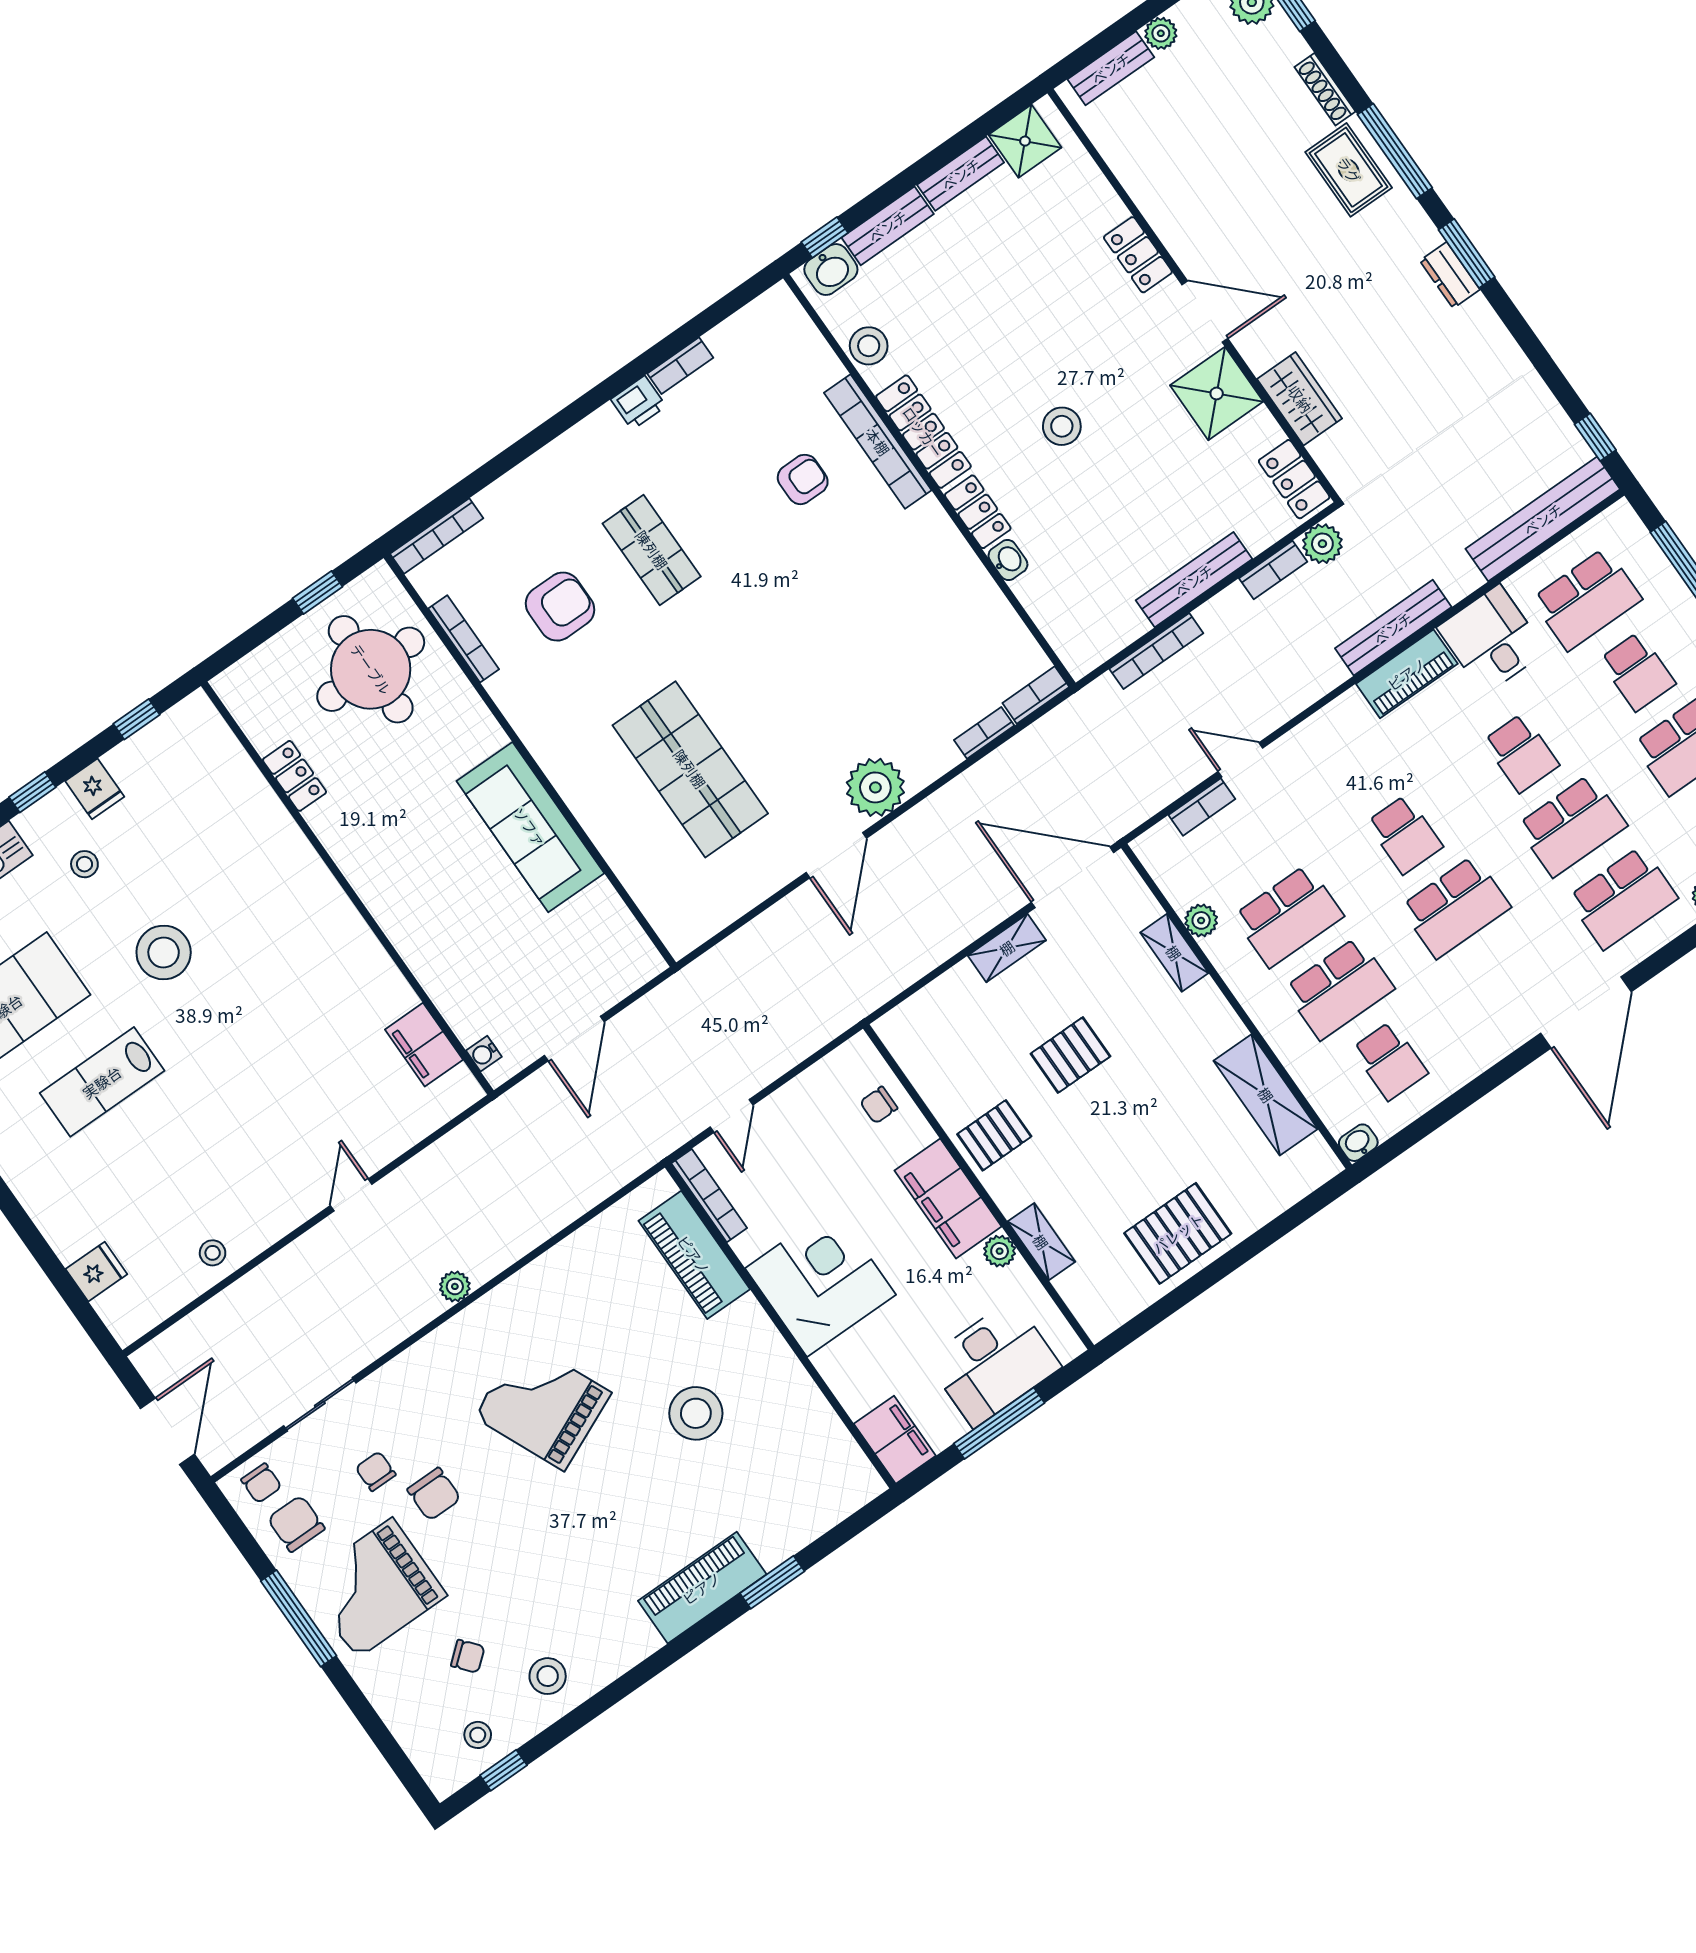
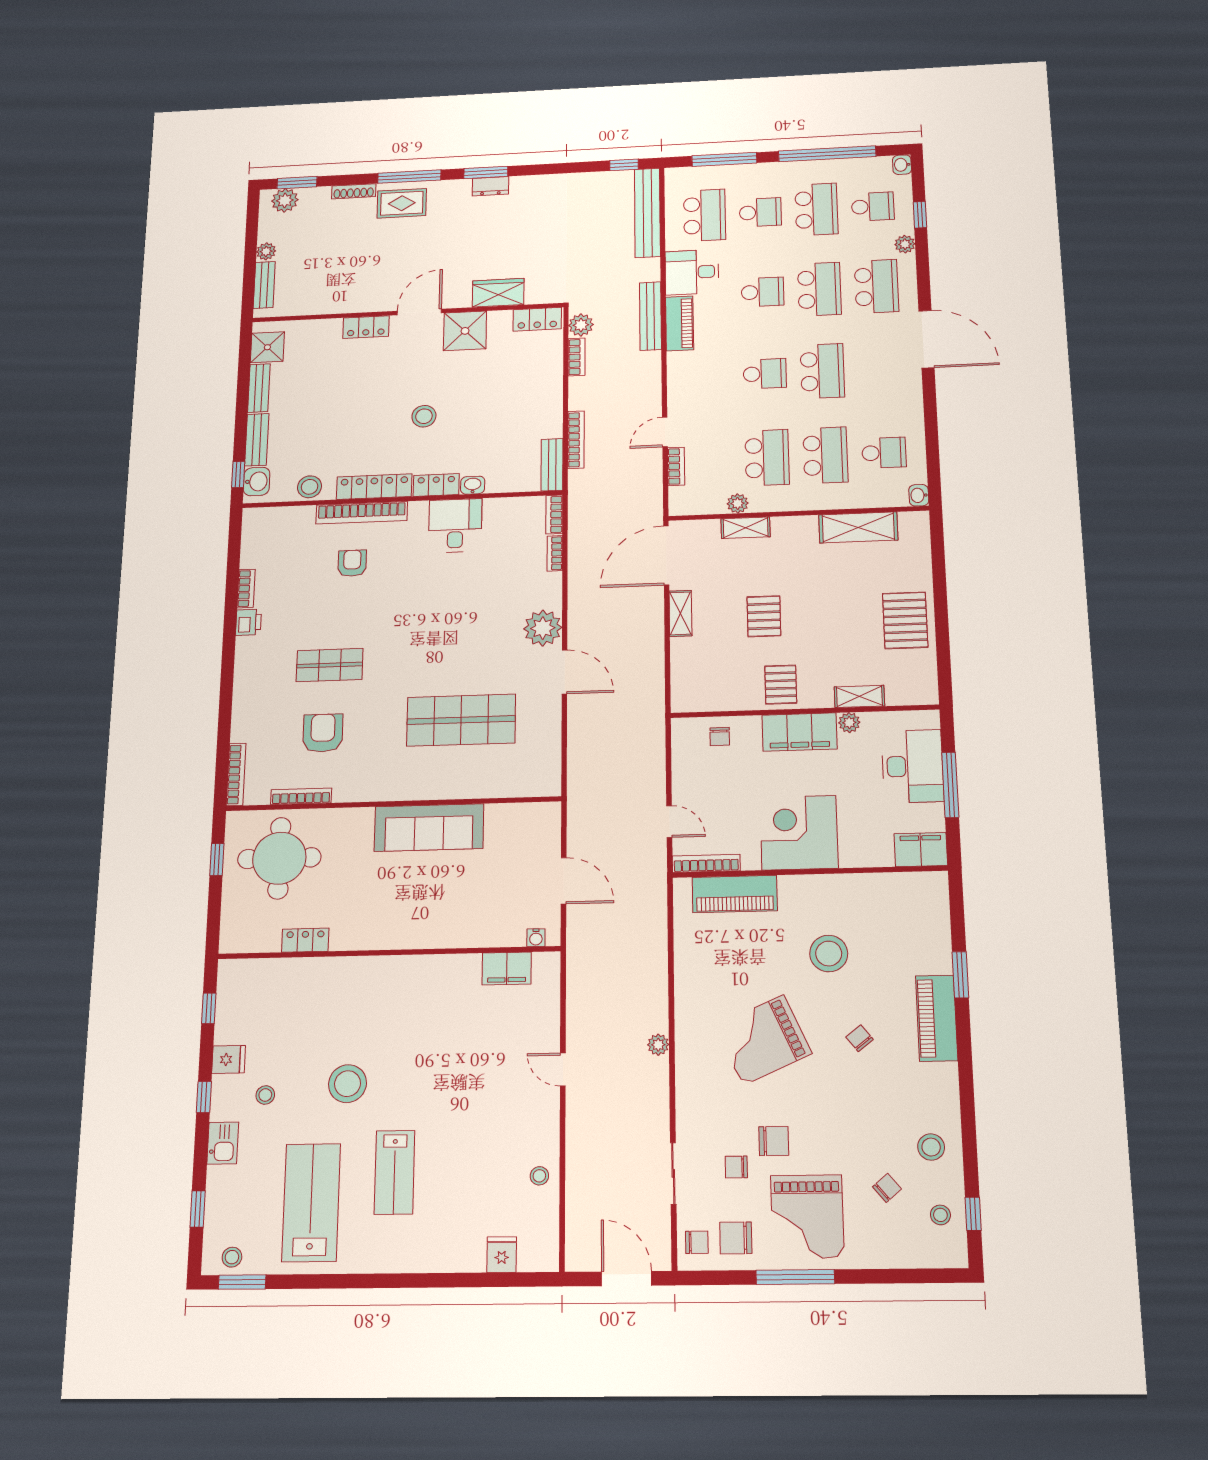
desk: (939, 577) -> (455, 526), added
bench: (1194, 580) -> (552, 465), moved, width x0.73
chair: (619, 1514) -> (859, 1038), added

